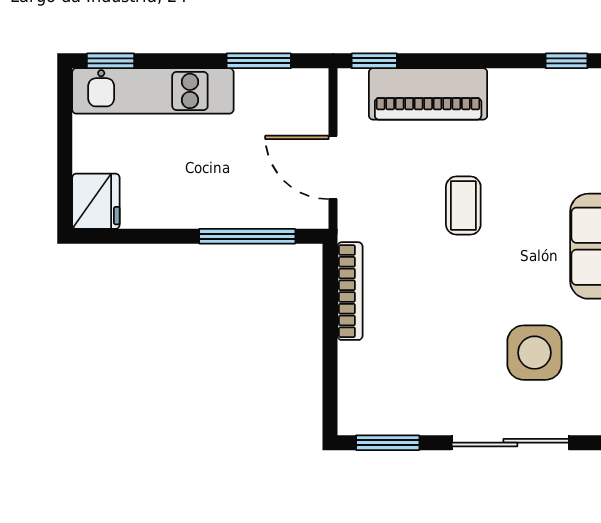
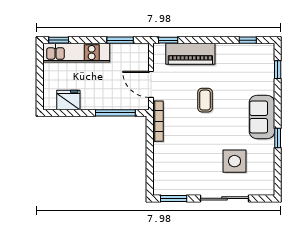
fridge: (96, 201) -> (68, 100), moved, turned -90
bookcase: (350, 291) -> (158, 121), moved

